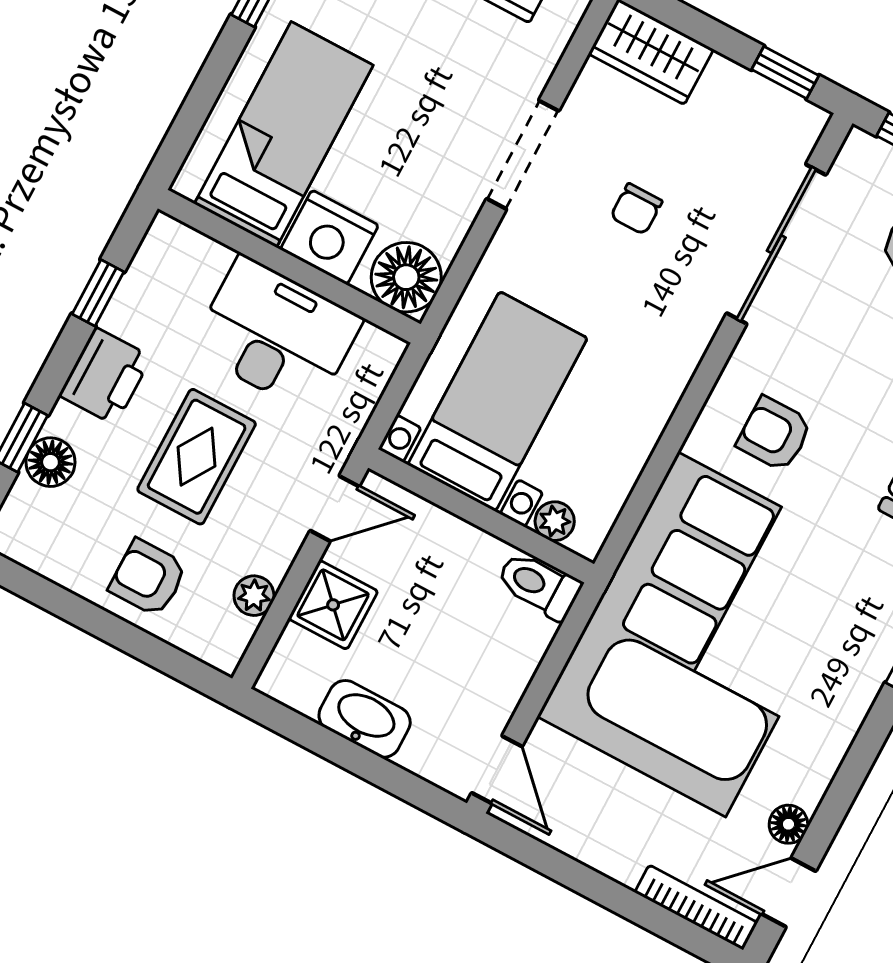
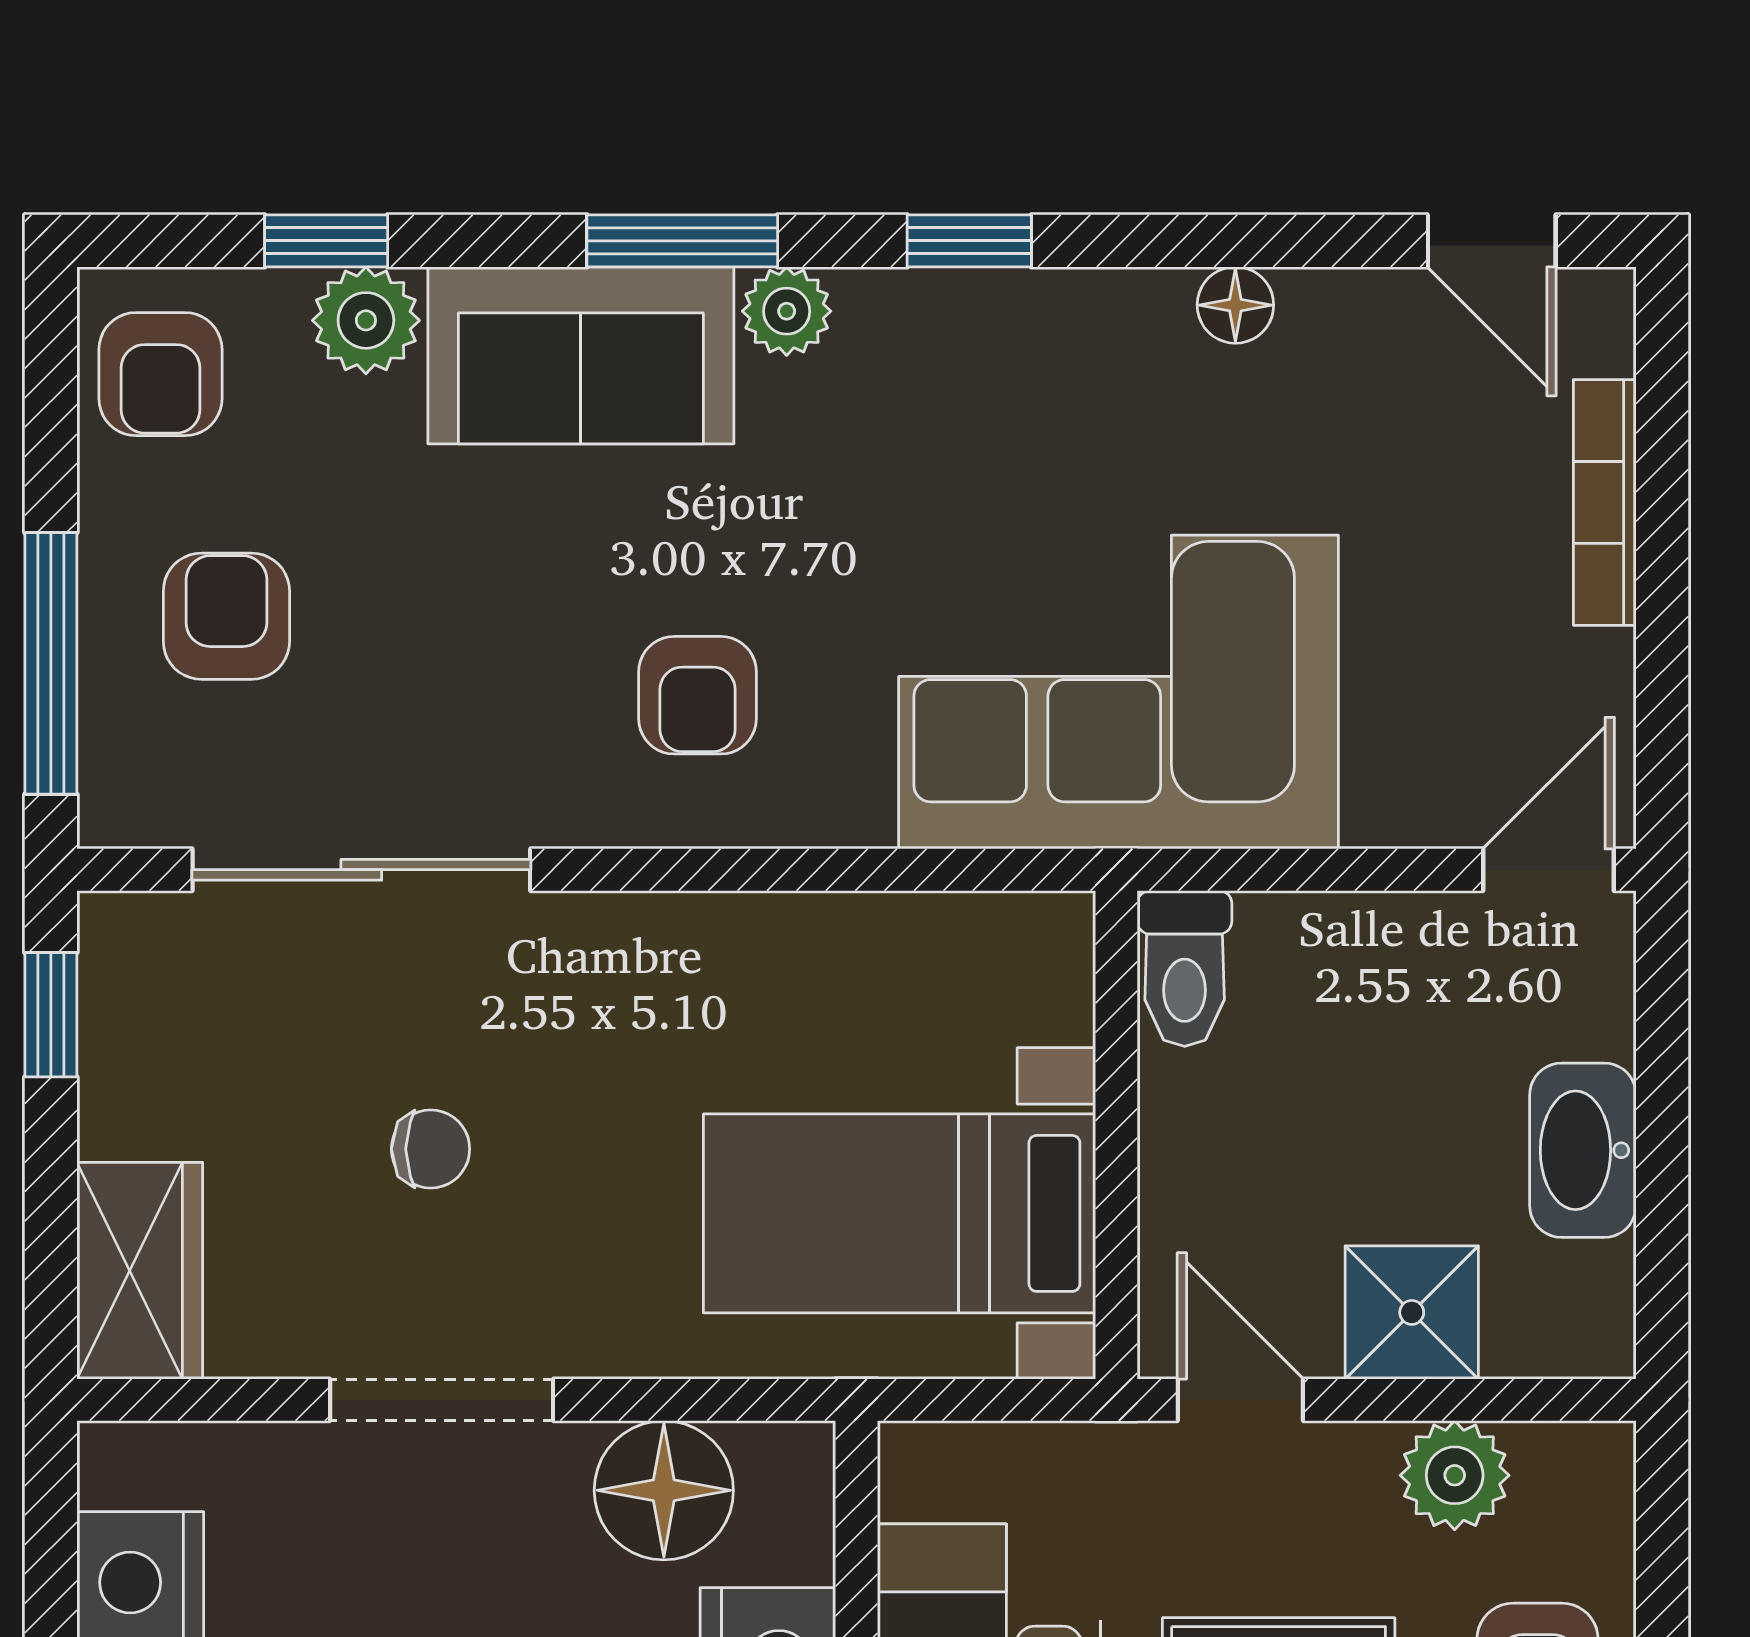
floor lamp: (406, 277) -> (664, 1490), moved
plant: (555, 521) -> (1057, 1001), removed
plant: (254, 596) -> (1455, 1475), width x1.38, depth x1.38
corner sofa: (702, 634) -> (1119, 692), width x0.73, depth x0.74
floor lamp: (788, 824) -> (1235, 305), moved
bookcase: (696, 908) -> (1605, 502), moved

